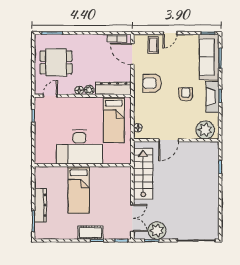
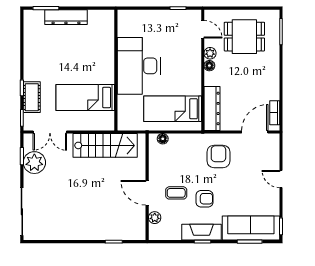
coffee table: (153, 45) -> (176, 193), moved
dining table: (56, 62) -> (244, 37), turned 90
plant: (89, 90) -> (210, 53), moved
plant: (205, 130) -> (155, 218), width x0.53, depth x0.53
door: (169, 140) -> (147, 193), moved
bed: (79, 190) -> (85, 97), moved
cot: (91, 233) -> (32, 97), moved

